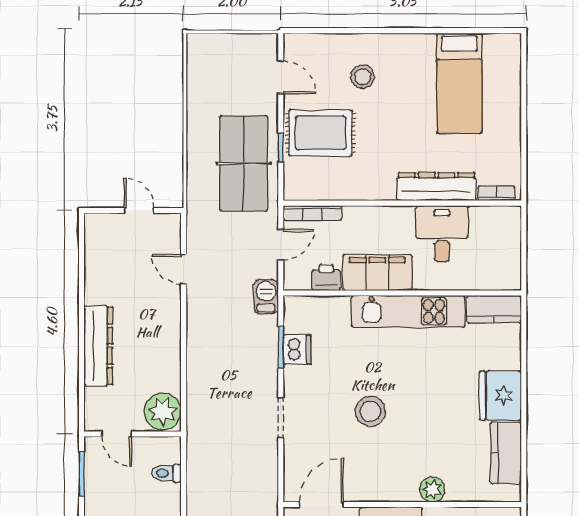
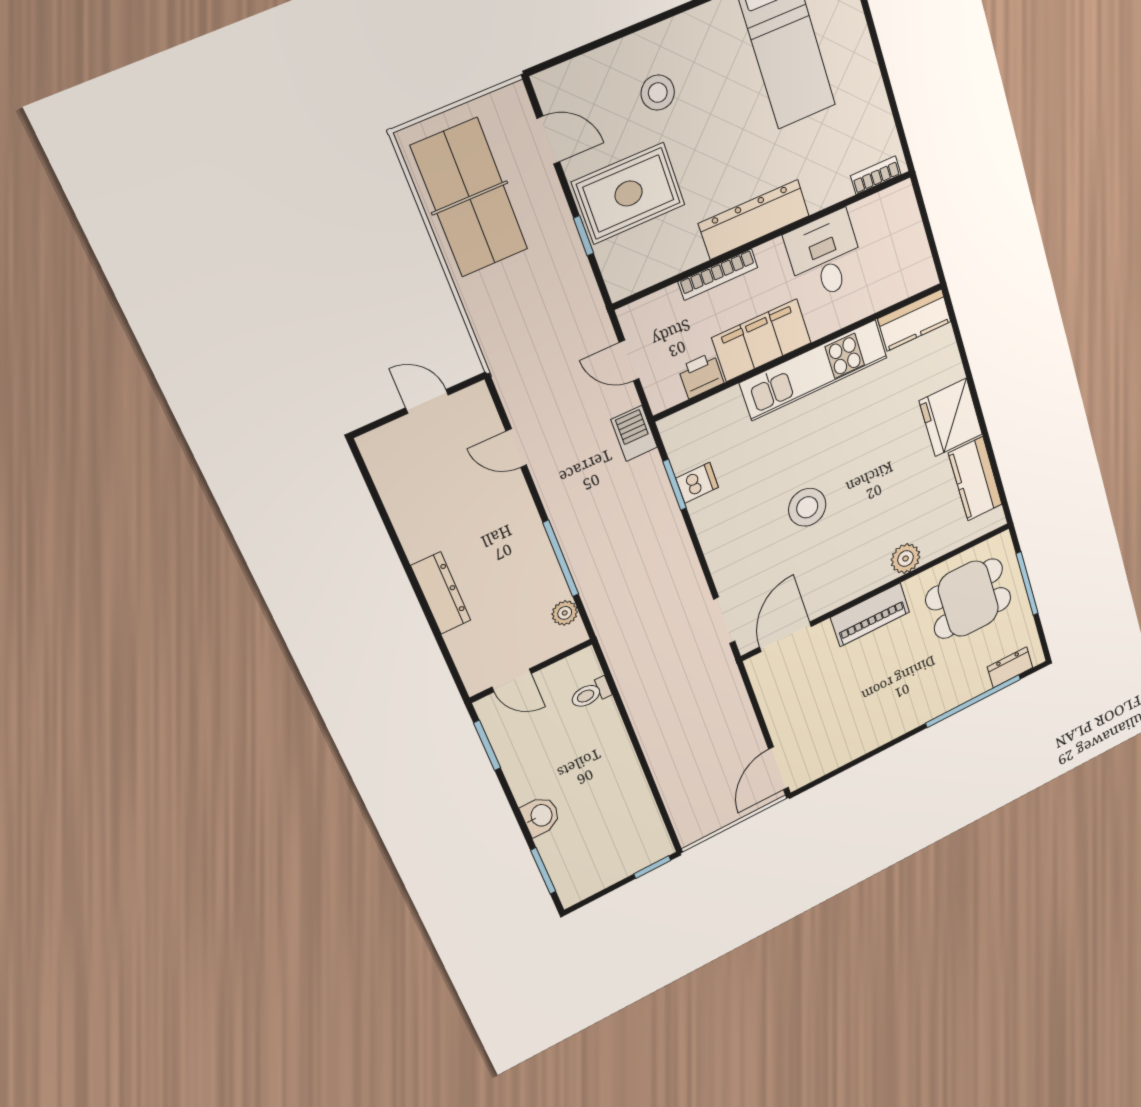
table tennis table: (244, 163) -> (470, 198), moved
dresser: (436, 187) -> (754, 219), moved
bookcase: (312, 213) -> (718, 275), moved
door: (281, 244) -> (629, 361), swing flipped
dresser: (98, 346) -> (441, 593), width x0.73, depth x0.80
dishwasher: (297, 350) -> (697, 483), width x0.73
window: (184, 362) -> (561, 559), added
plant: (163, 412) -> (565, 613), width x0.53, depth x0.53
doorway: (281, 418) -> (724, 620), moved

